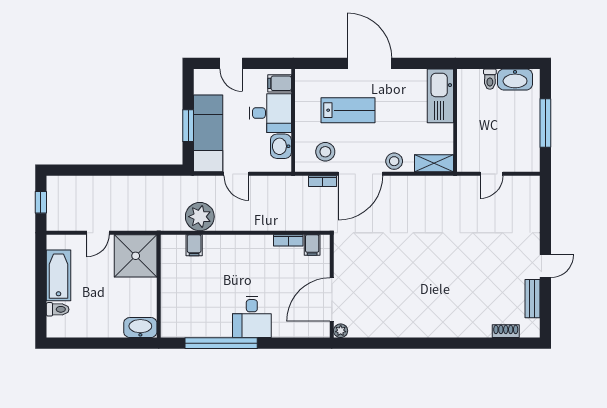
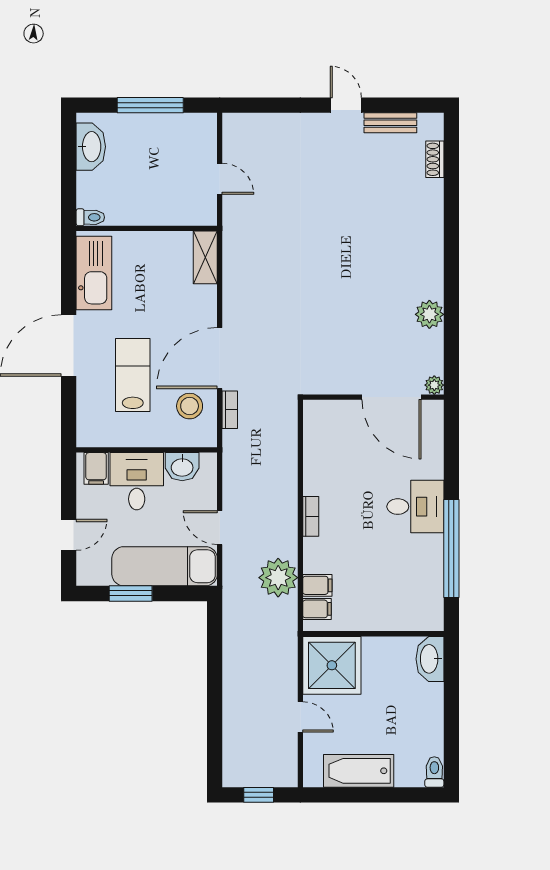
toilet: (490, 79) -> (90, 217), moved
kitchen sink: (440, 96) -> (94, 273), moved, turned -90
window: (188, 126) -> (131, 593), moved
stool: (394, 161) -> (202, 312), removed
door: (236, 174) -> (220, 528), swing flipped
door: (360, 174) -> (220, 358), swing flipped
bookcase: (288, 240) -> (311, 516), moved
filing cabinet: (312, 245) -> (317, 609), moved
toilet: (58, 309) -> (434, 772), moved
plant: (392, 327) -> (429, 314), added

